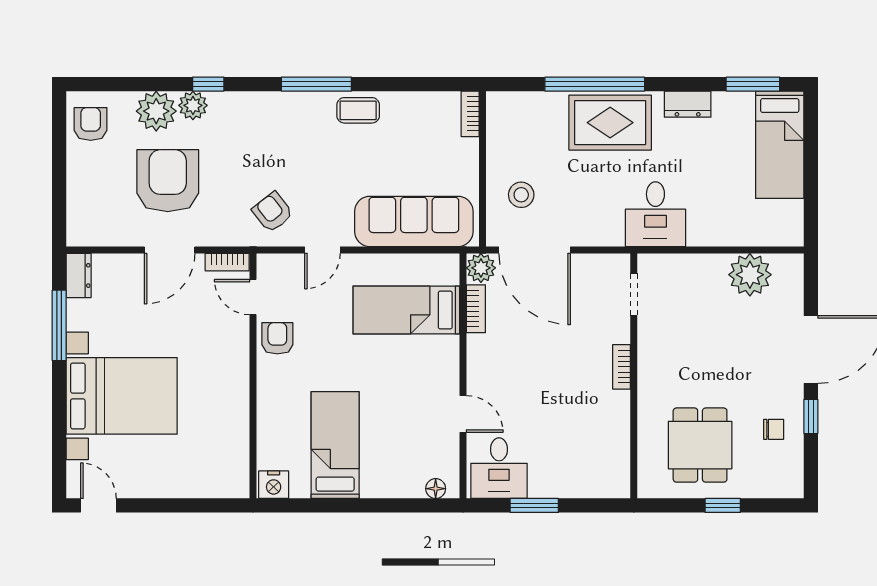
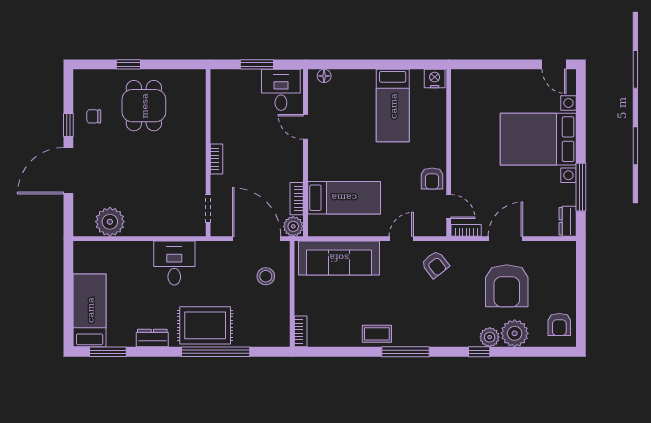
doorway: (634, 294) -> (208, 208), moved
bookcase: (621, 367) -> (217, 159), moved
wall: (634, 376) -> (208, 153), moved

